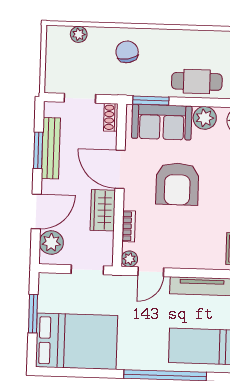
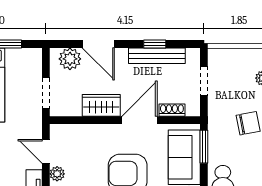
shoe rack: (111, 117) -> (172, 110), moved
window: (38, 150) -> (155, 44), width x0.67
bookcase: (129, 226) -> (87, 130), removed
plant: (129, 259) -> (57, 174), moved

